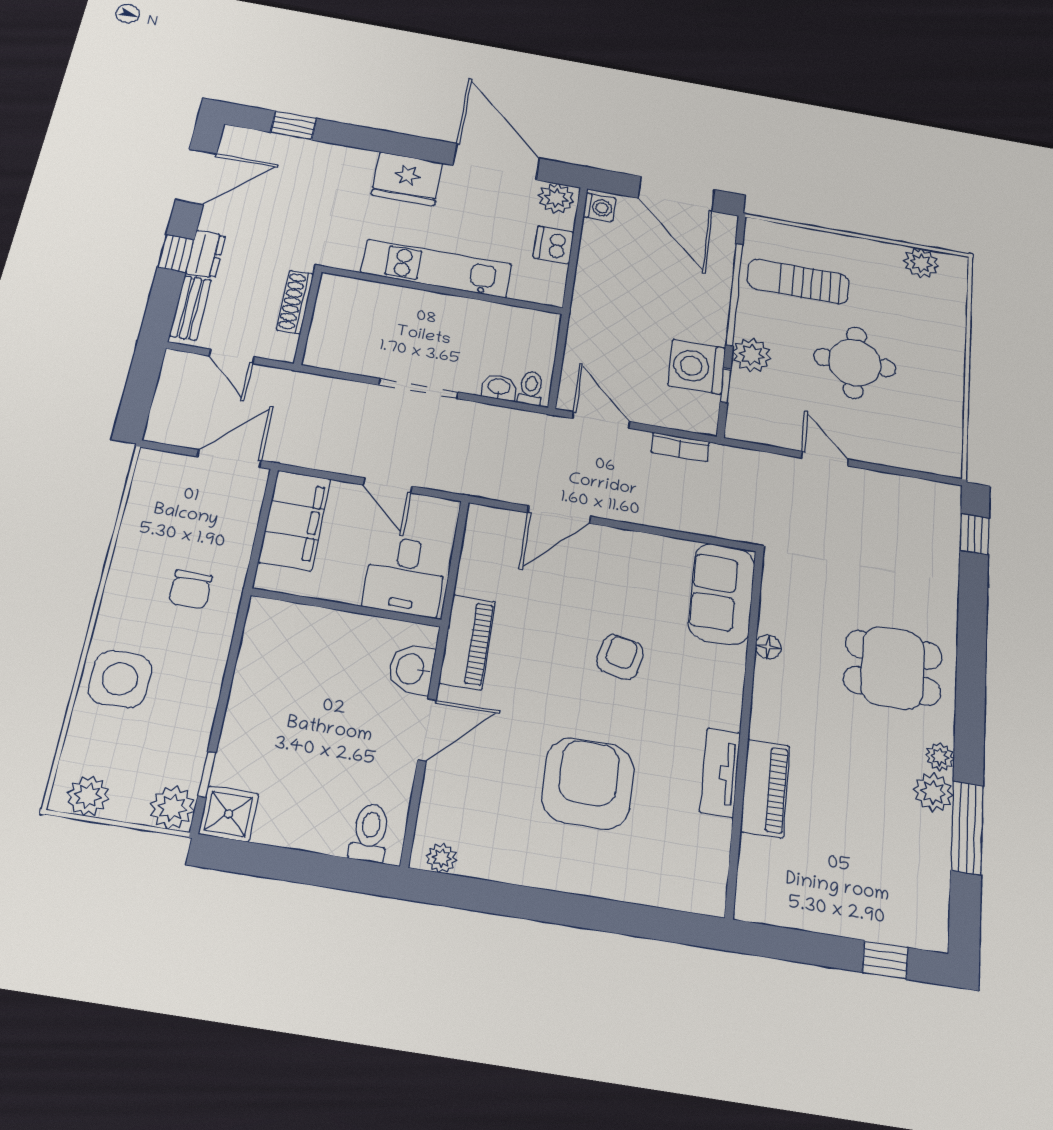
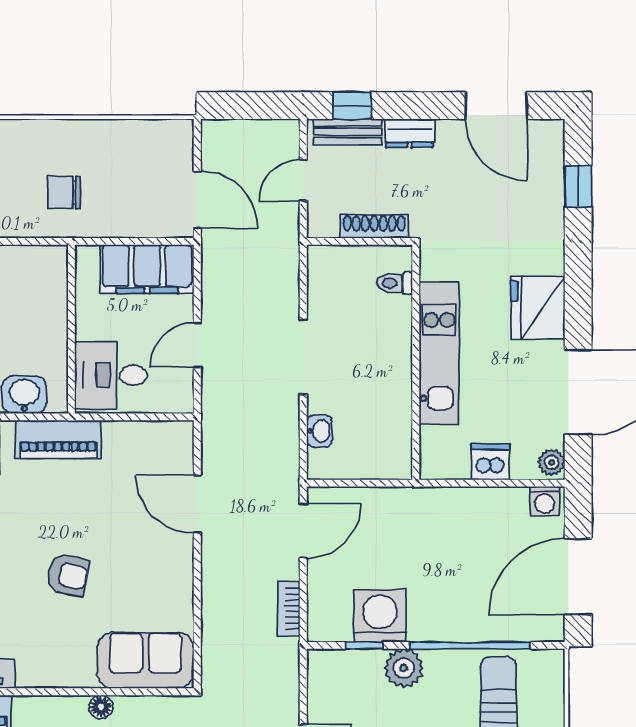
plant: (556, 198) -> (552, 462), width x0.73, depth x0.73
window: (176, 253) -> (352, 106), moved
toilet: (531, 388) -> (395, 283), moved, turned 180

